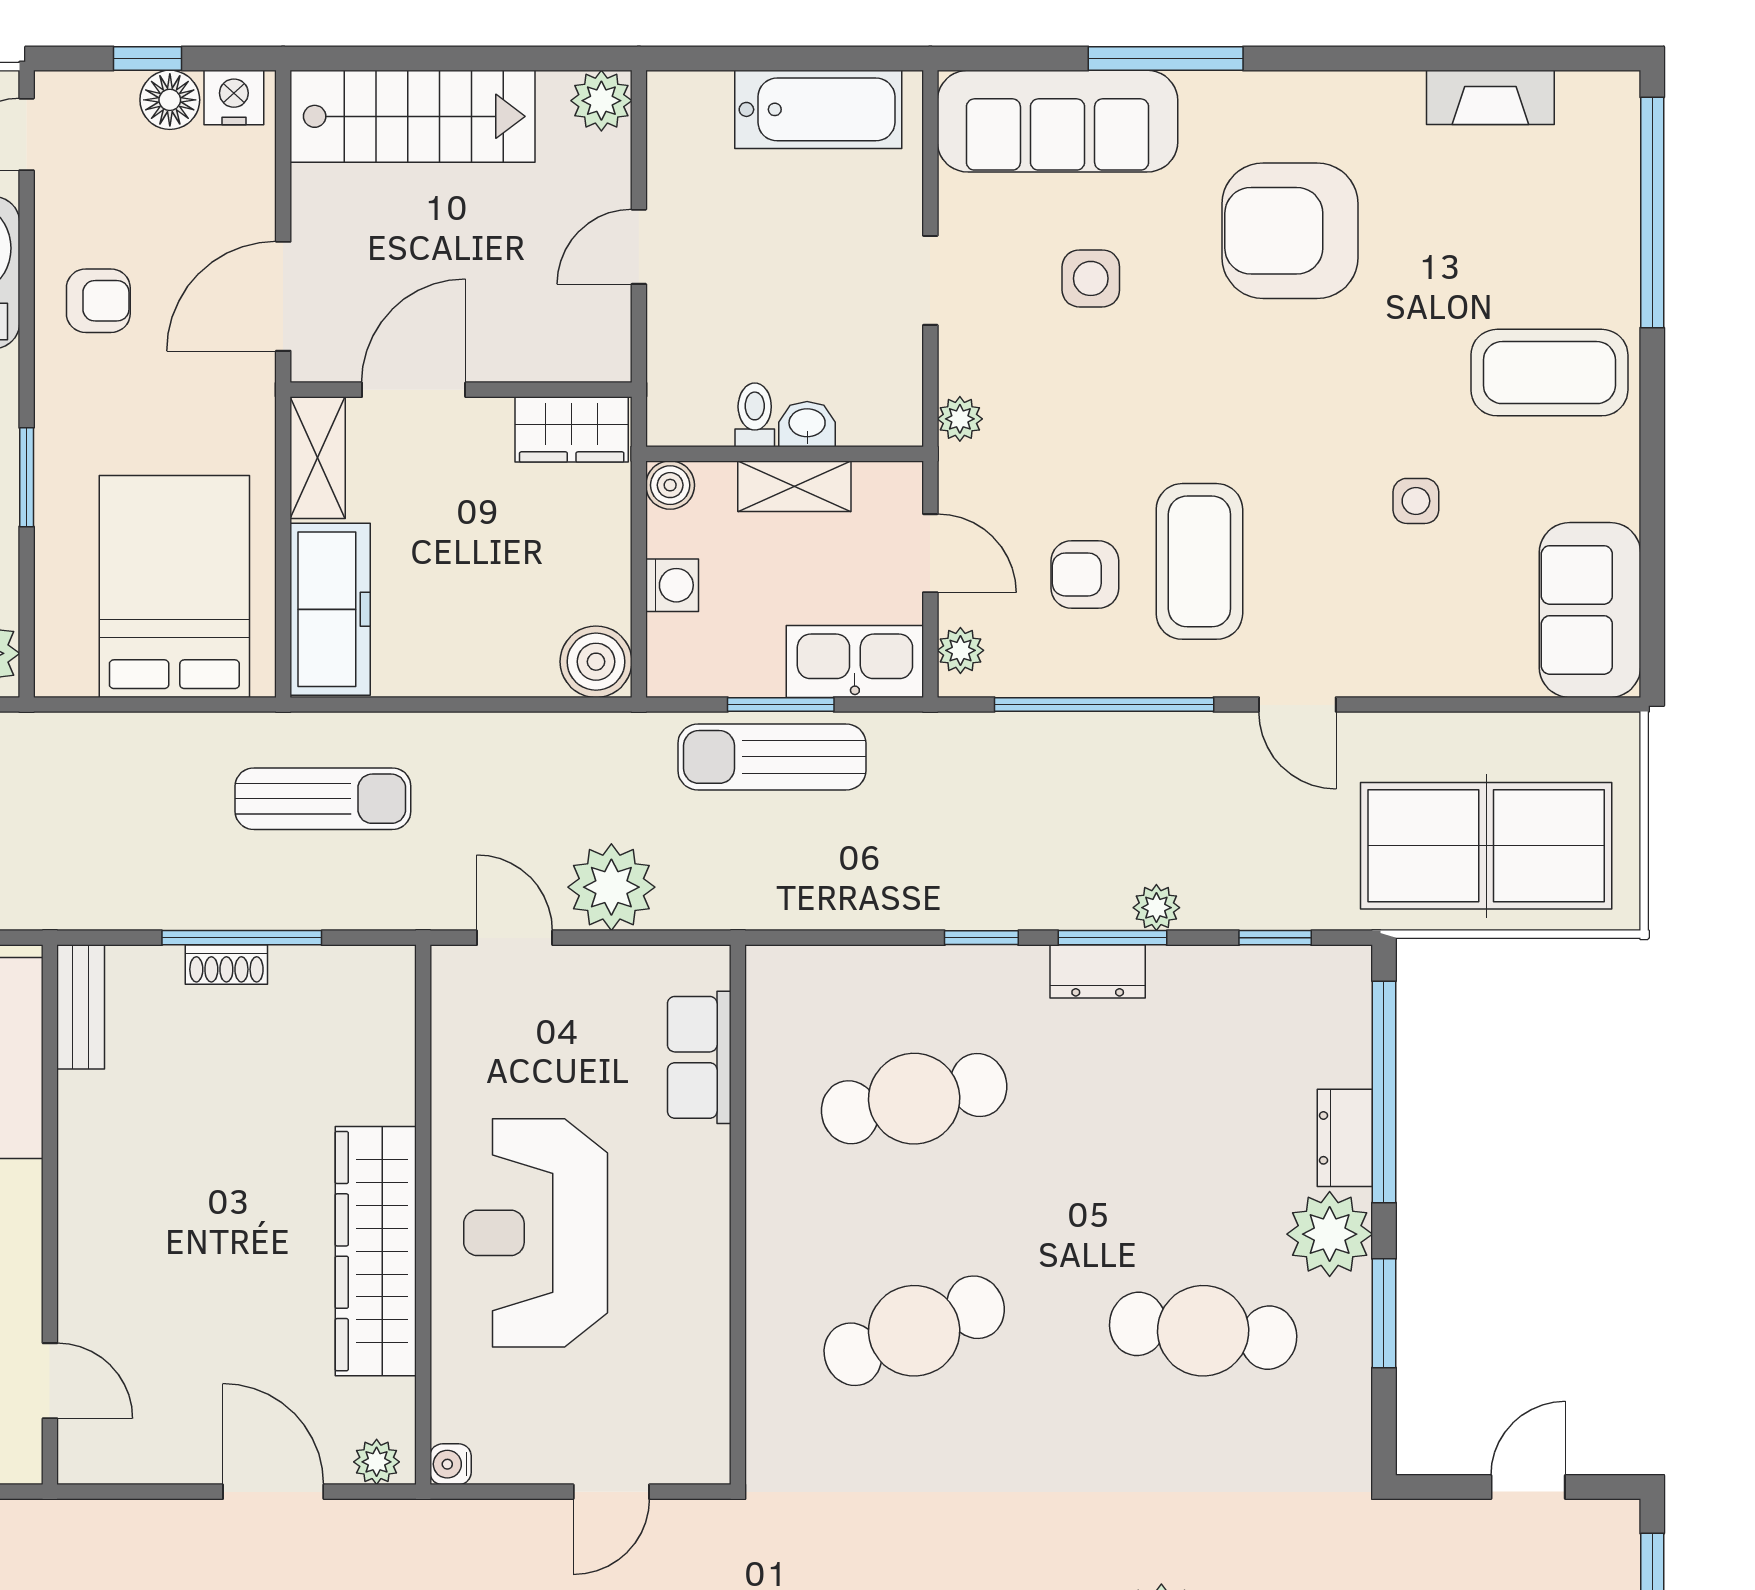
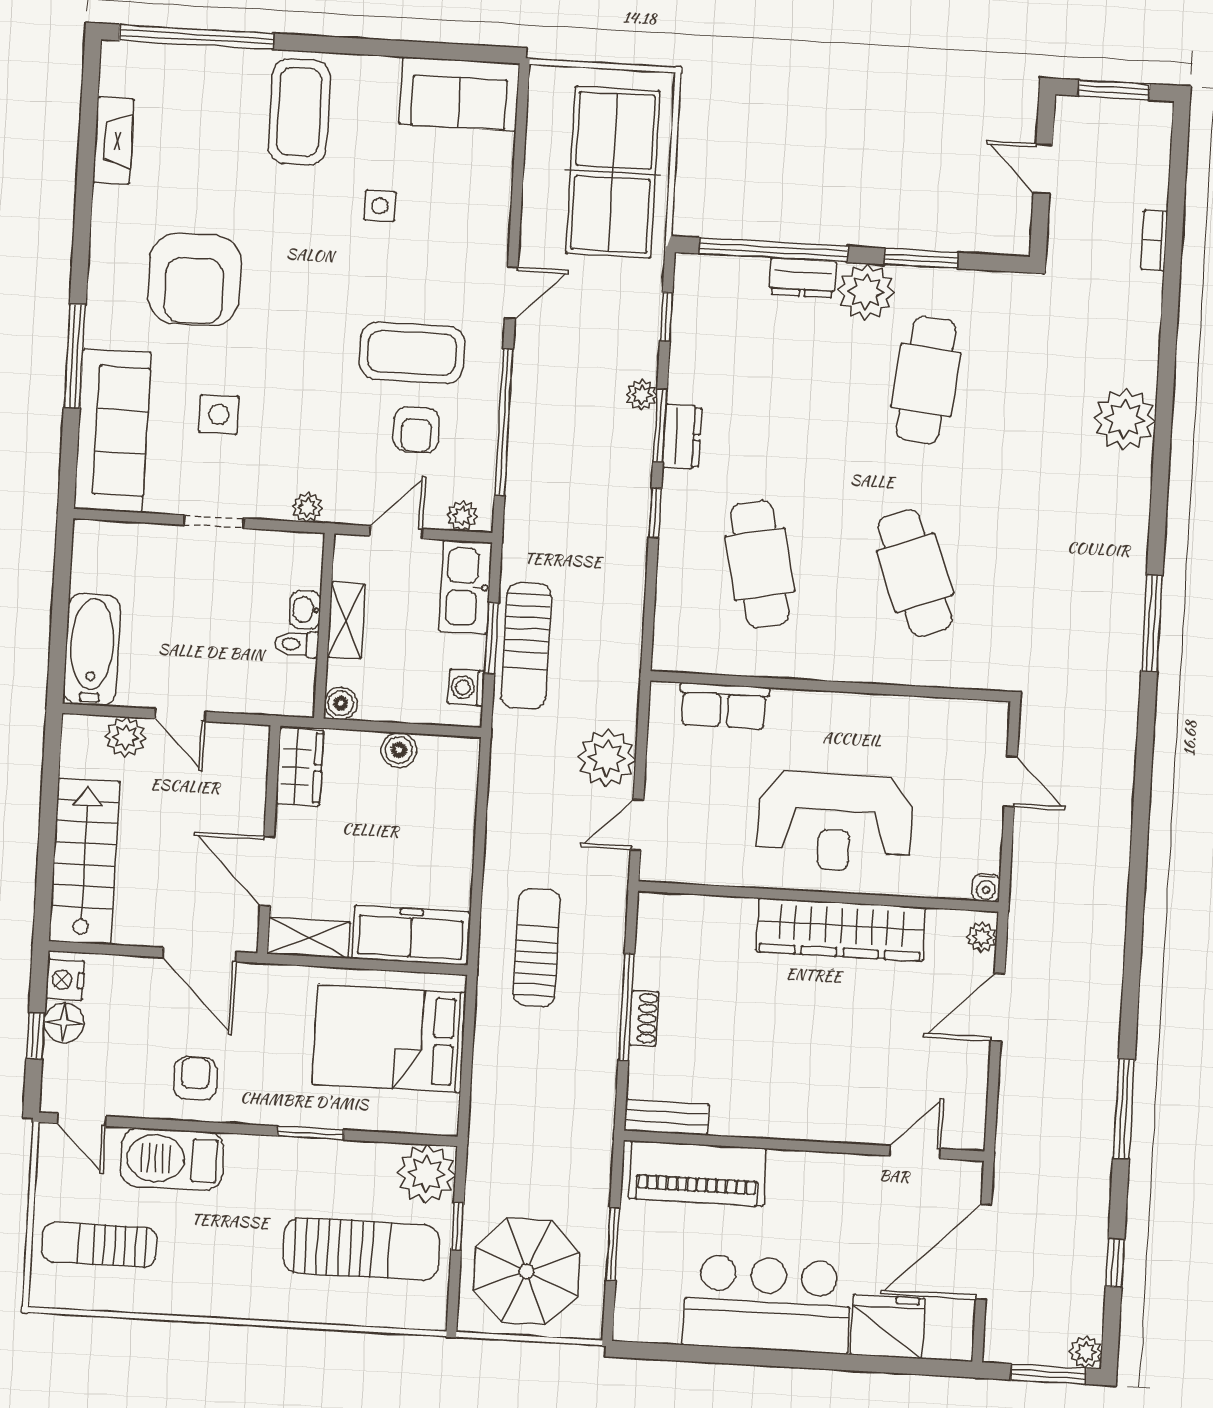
plant: (601, 101) -> (126, 737), moved
bathtub: (818, 109) -> (92, 649), moved
washing machine: (672, 585) -> (466, 688), moved, turned -90
boiler: (596, 662) -> (399, 750), moved, width x0.73, depth x0.73

